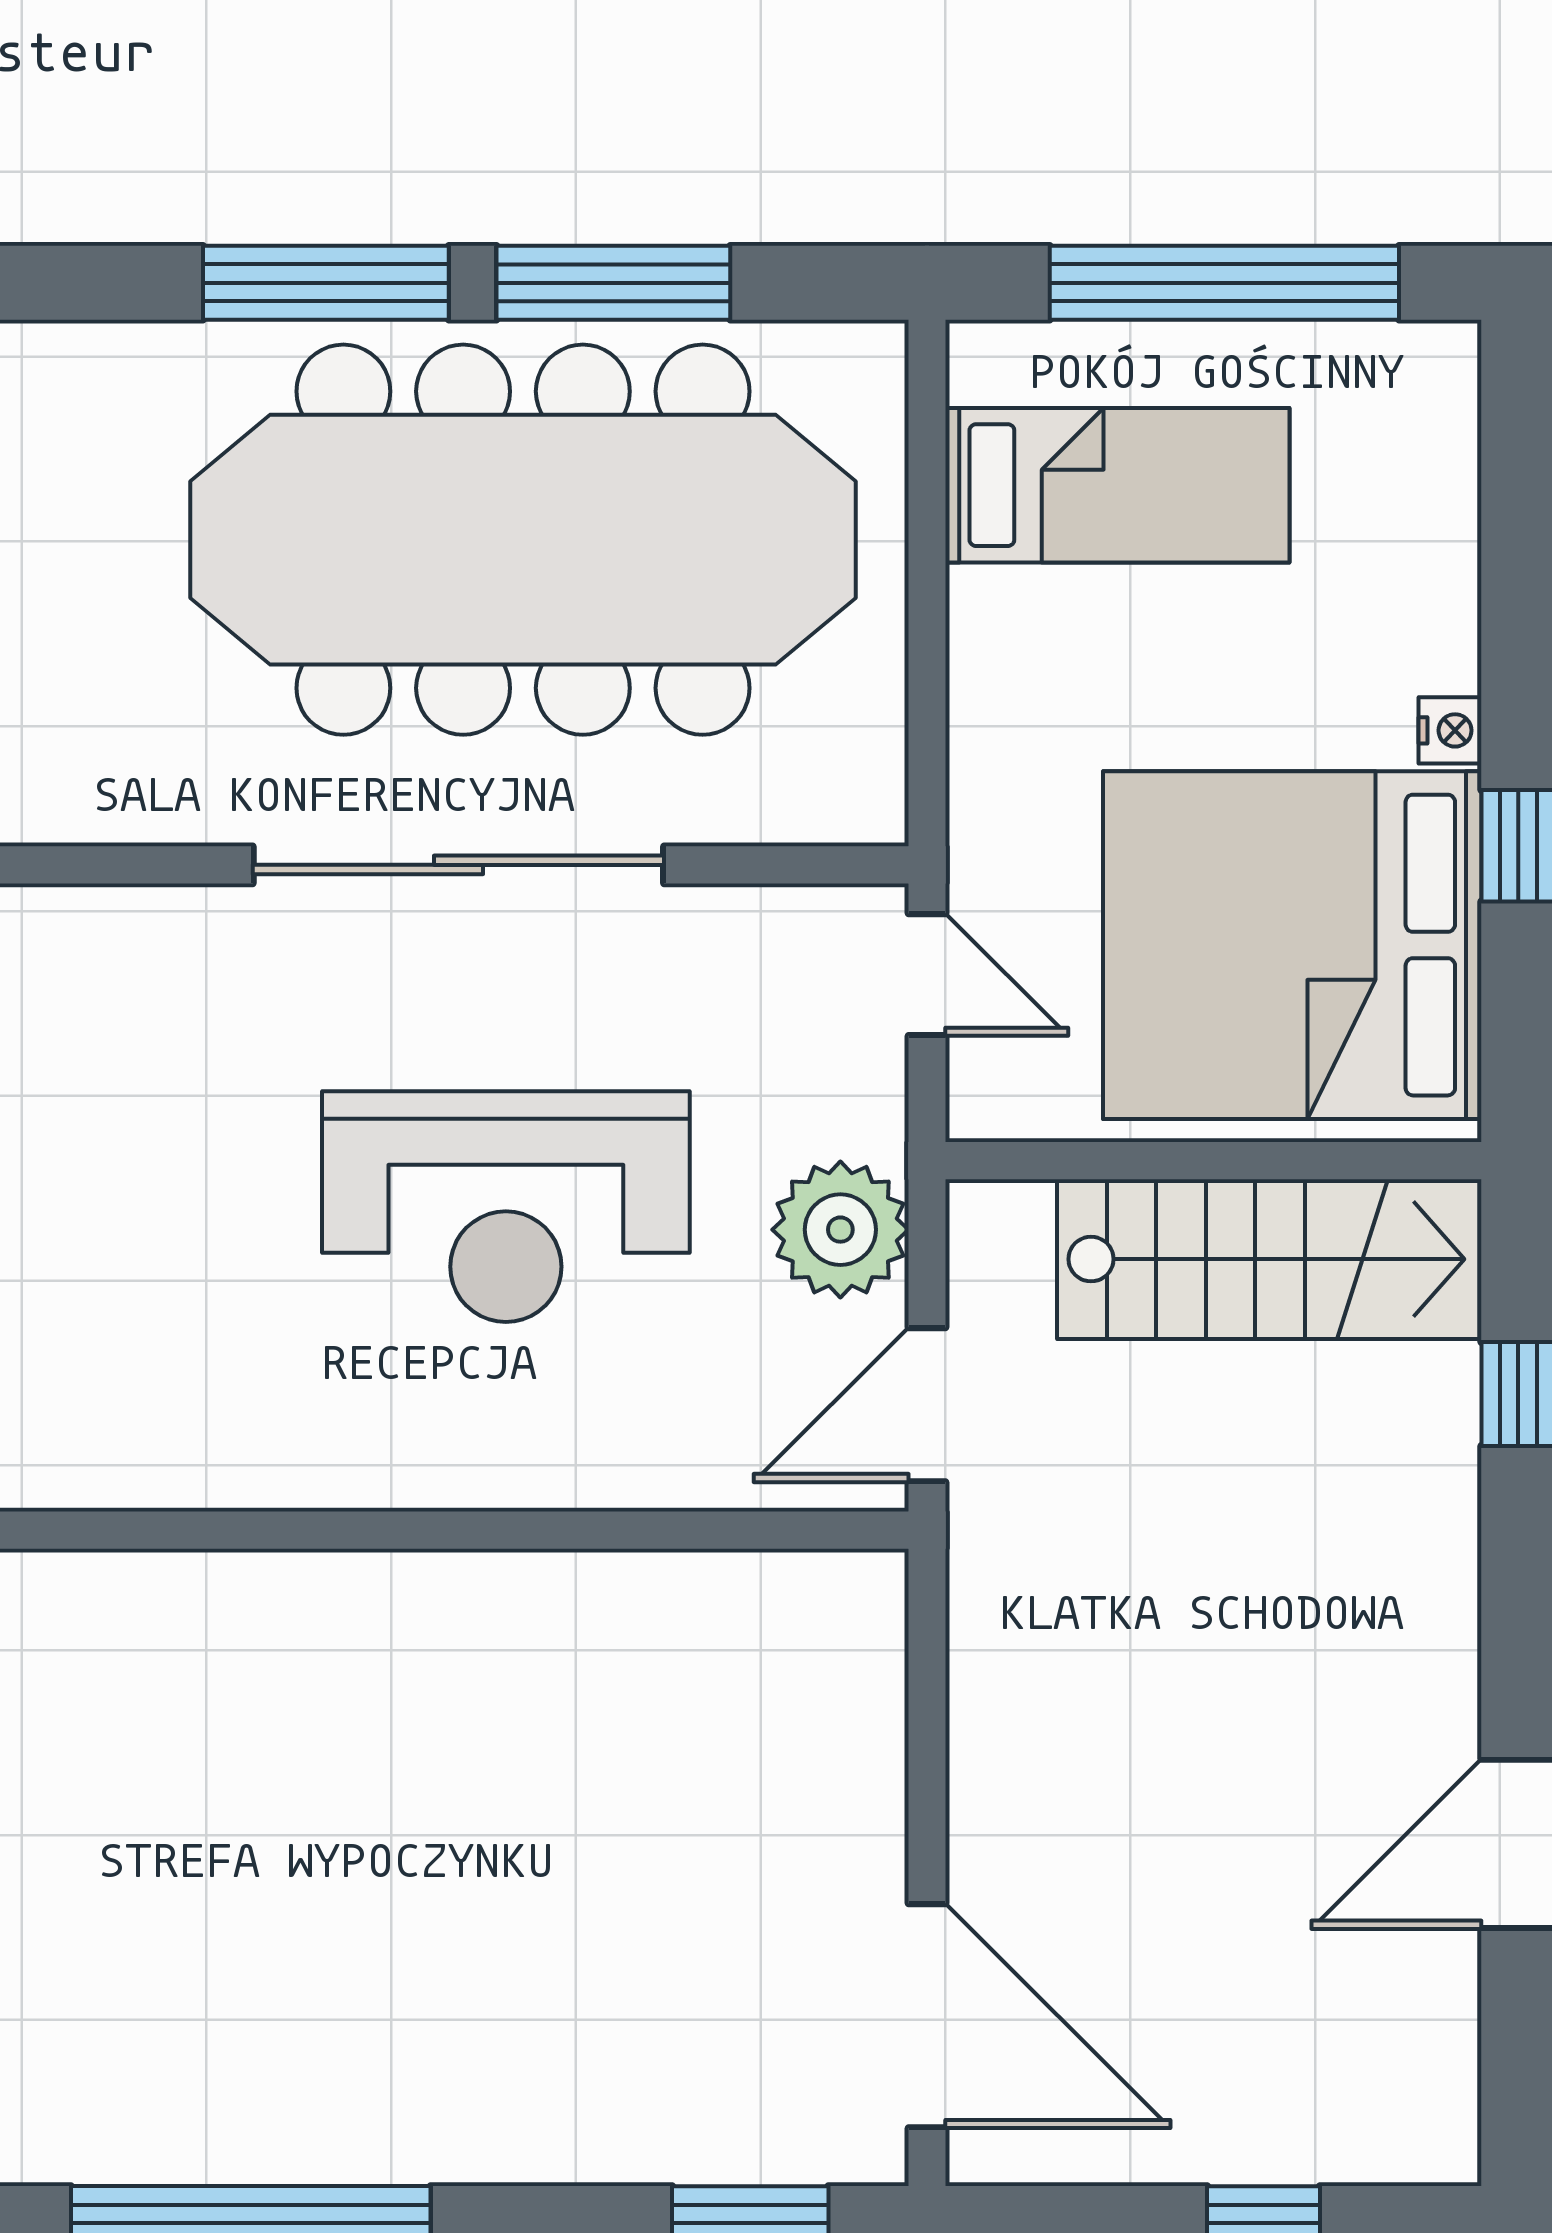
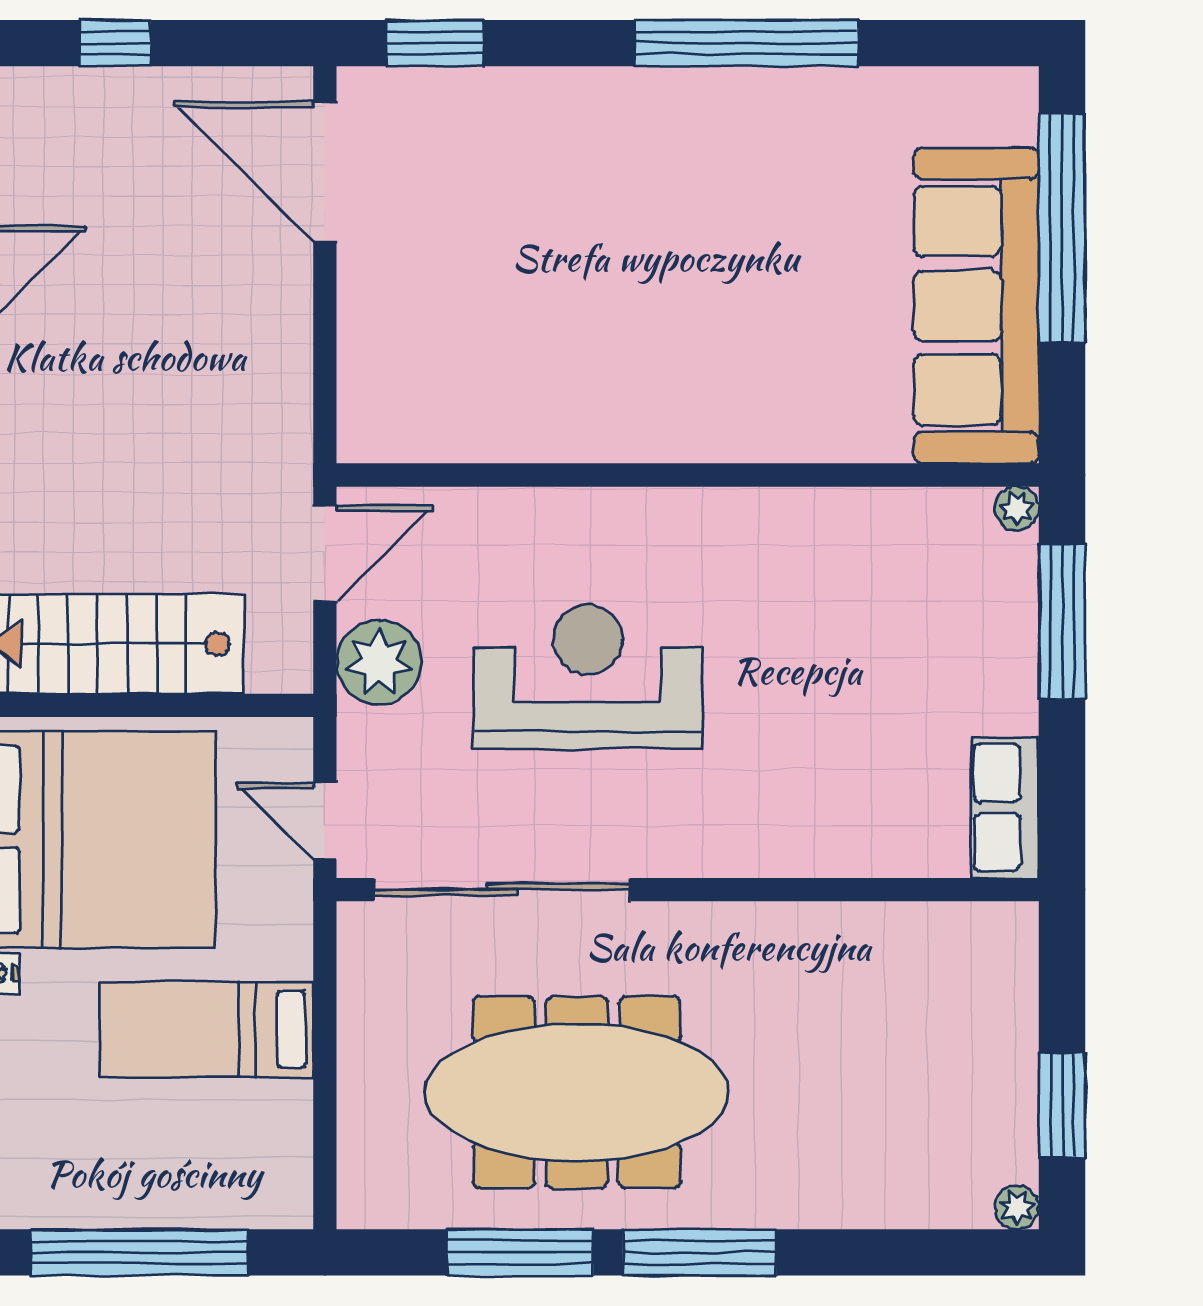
bed: (1117, 485) -> (206, 1029), moved
meeting table: (523, 540) -> (577, 1092), width x0.73, depth x0.79
sliding door: (458, 865) -> (502, 890), moved

